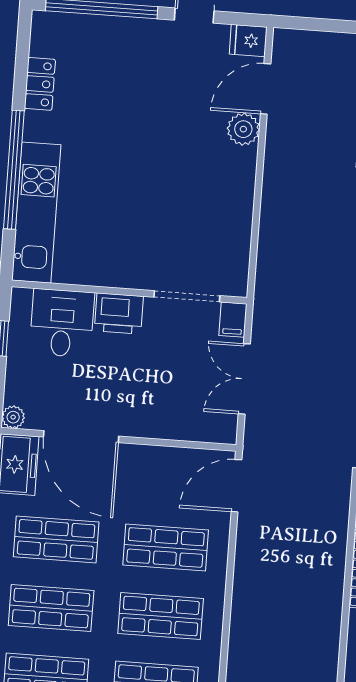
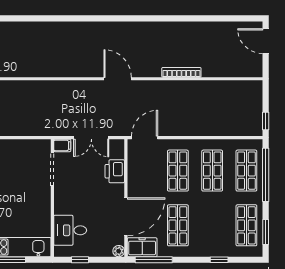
printer: (119, 314) -> (115, 171), moved, turned 180
door: (236, 486) -> (145, 138), swing flipped
shop shelf: (51, 608) -> (212, 225), removed

